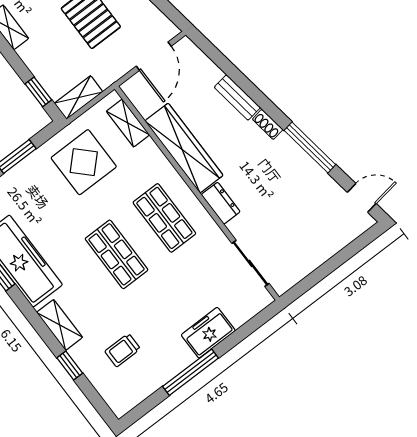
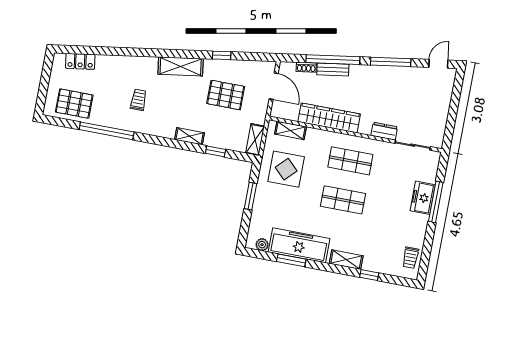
window: (247, 86) -> (333, 60), added
window: (38, 92) -> (216, 151), moved
shoe rack: (268, 124) -> (306, 67), moved
dresser: (221, 203) -> (384, 131), moved
trolley: (123, 350) -> (411, 258), moved
window: (190, 372) -> (436, 202), moved

